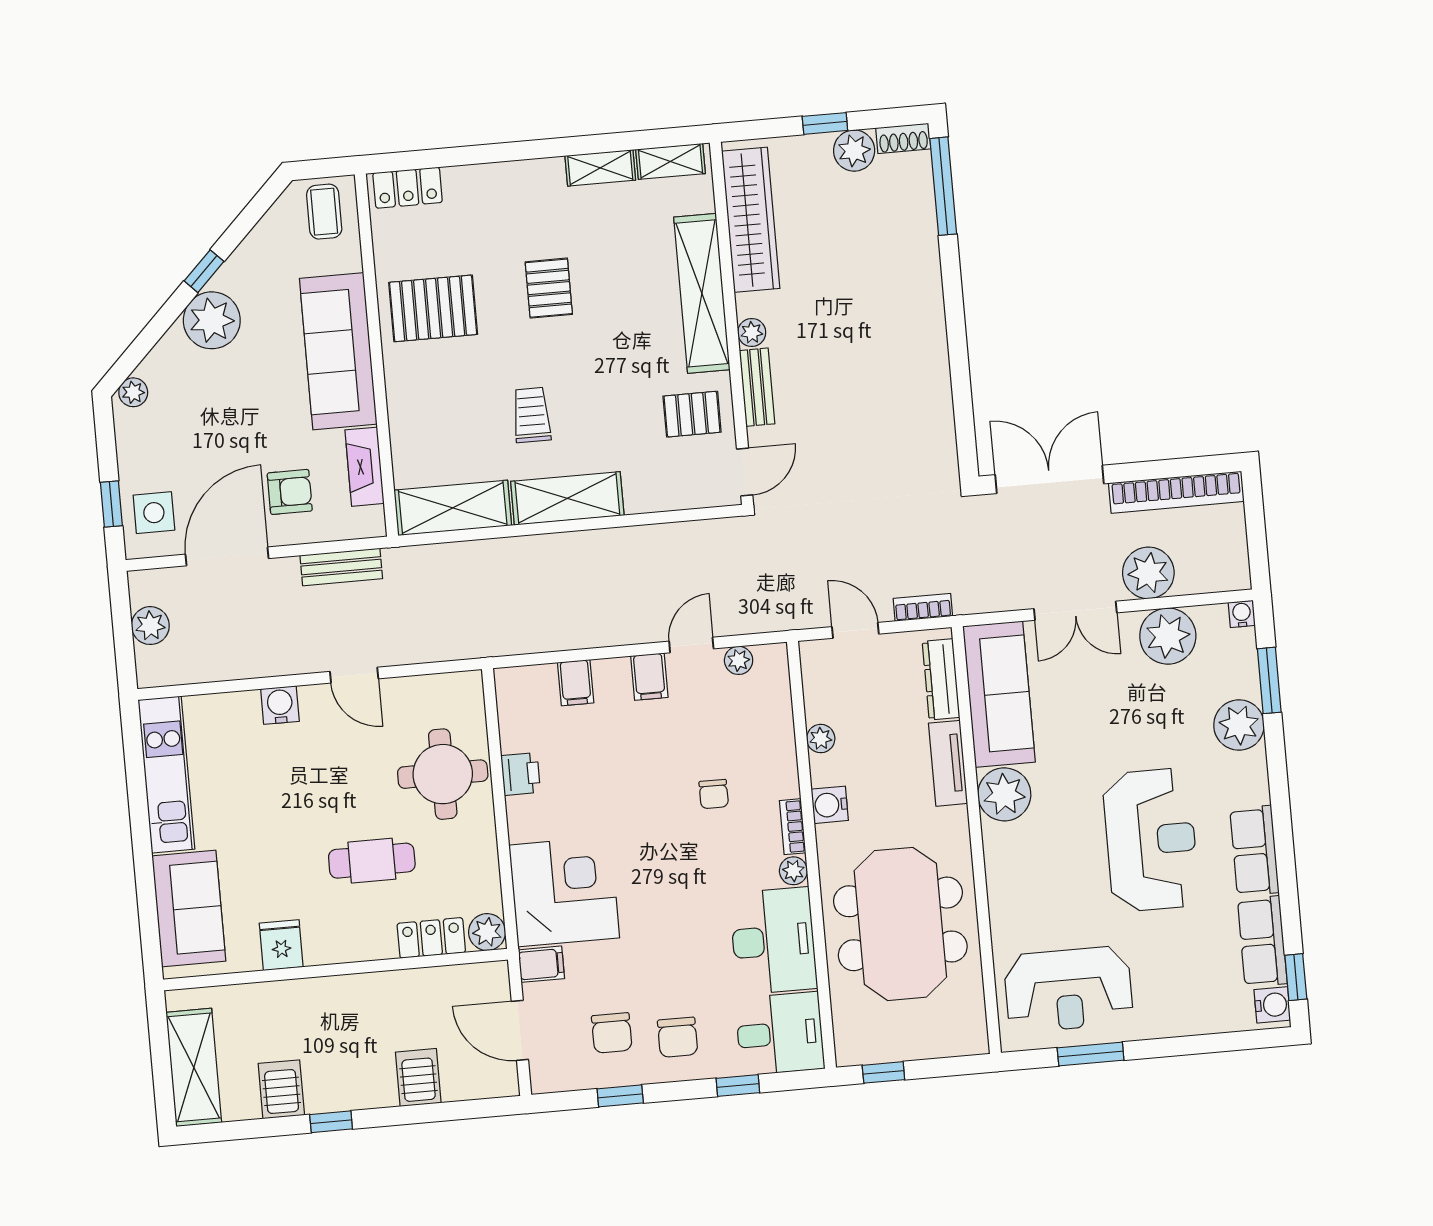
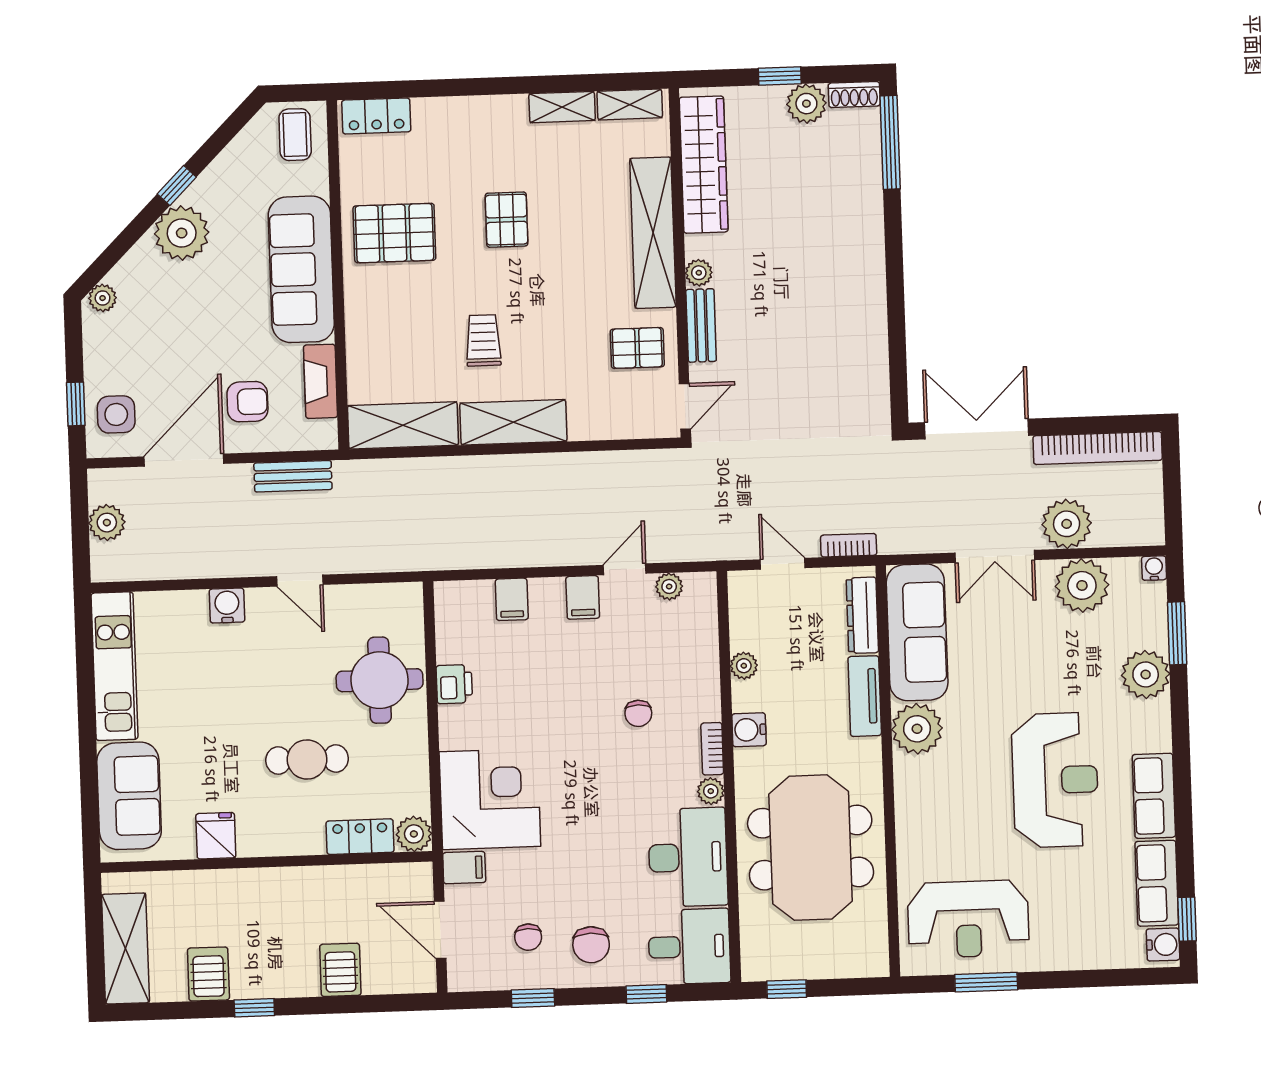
chair: (612, 1033) -> (528, 937), width x0.73, depth x0.73

